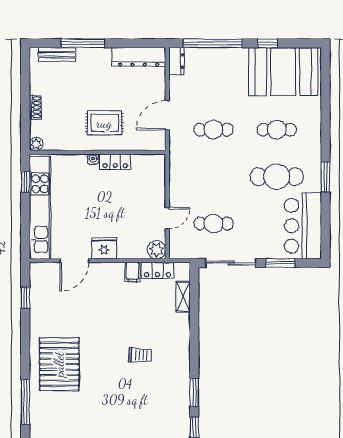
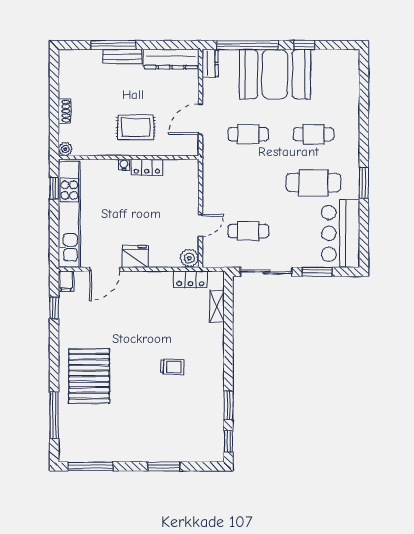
bench: (57, 55) -> (122, 57), moved
booth: (283, 72) -> (275, 74), moved
filing cabinet: (132, 272) -> (66, 281), moved

